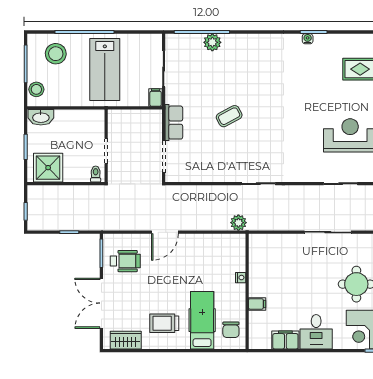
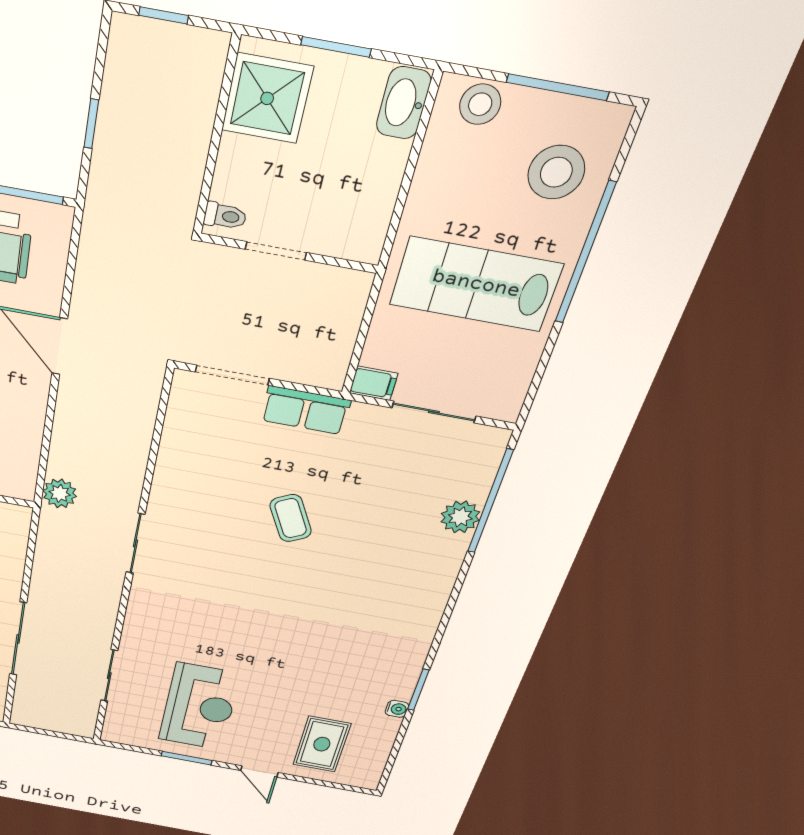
water cooler: (308, 39) -> (397, 709), moved

